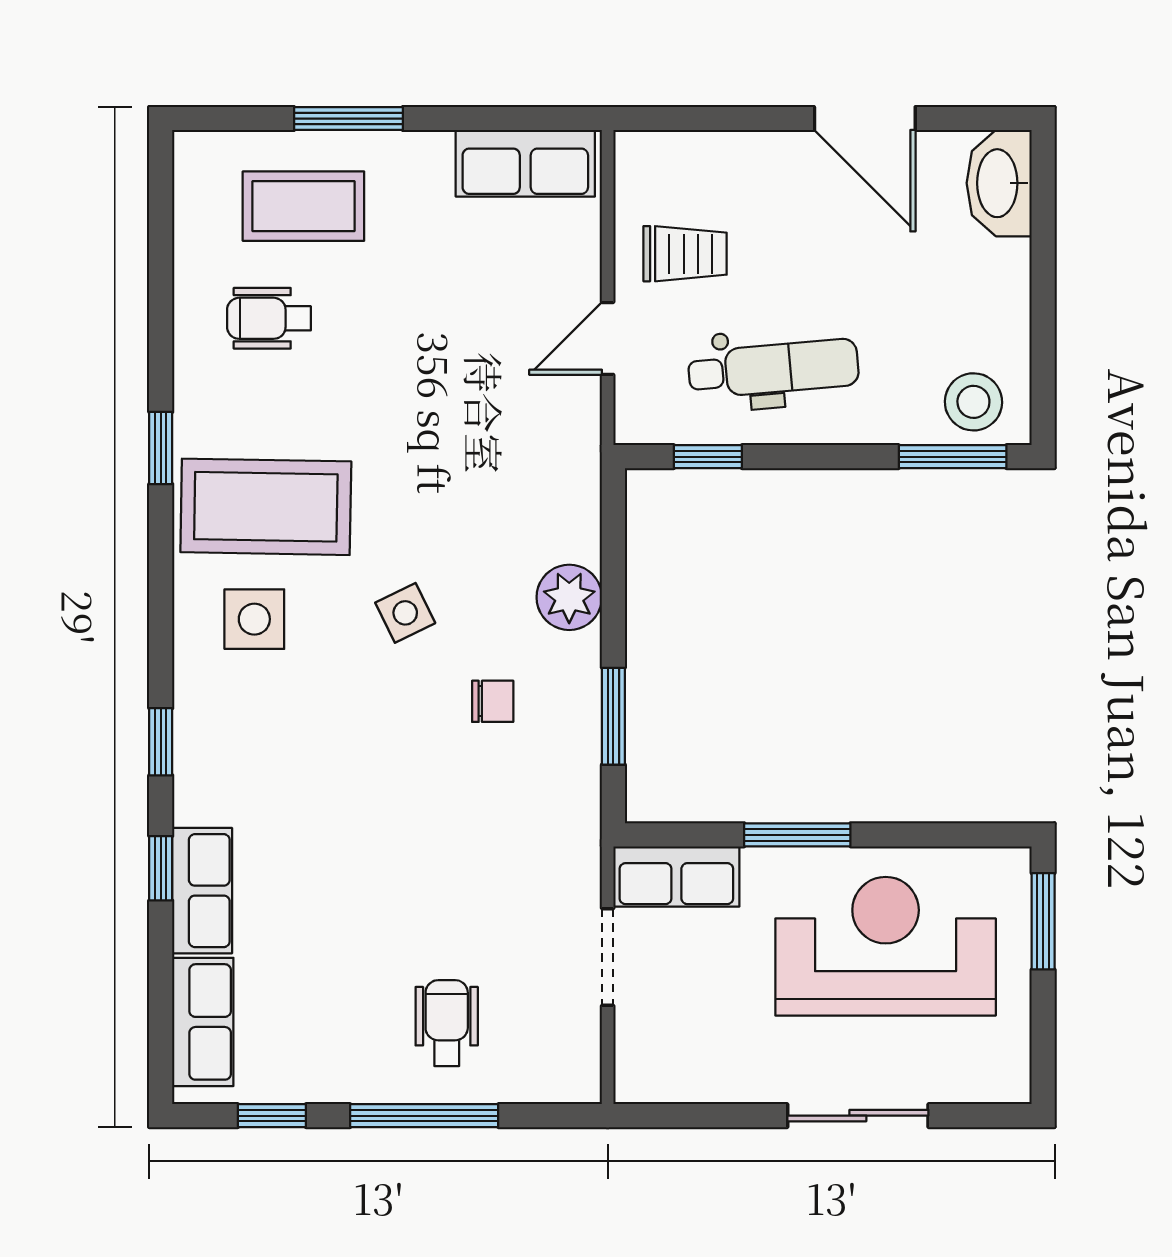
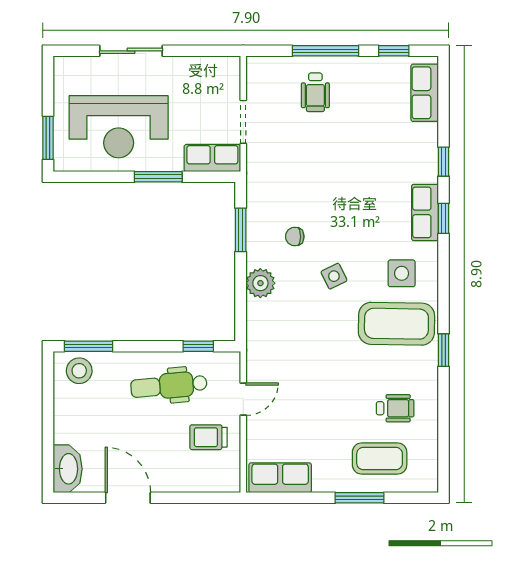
row of seats: (202, 891) -> (425, 212), moved

